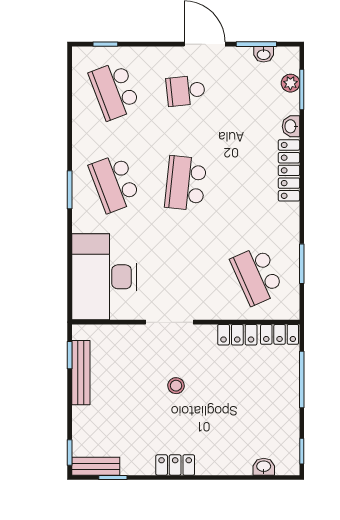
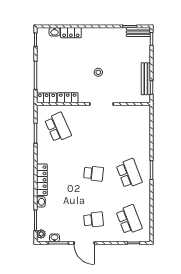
plant: (290, 83) -> (41, 234), moved
school desk: (186, 183) -> (93, 173), width x0.54
desk: (104, 277) -> (134, 127), removed
locker: (175, 465) -> (71, 33), moved

